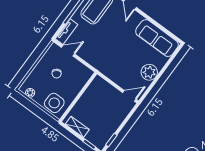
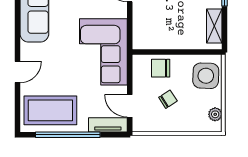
corner sofa: (107, 58) -> (103, 52), added
chair: (76, 82) -> (161, 68), added

